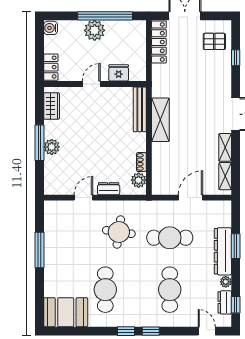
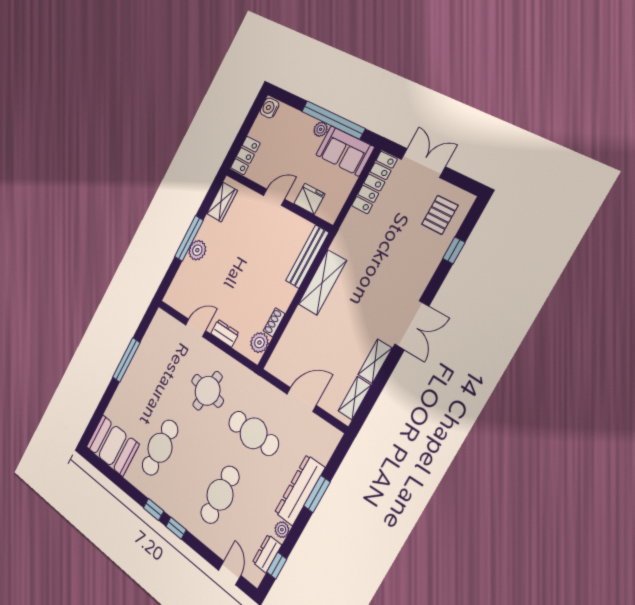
plant: (95, 30) -> (321, 129), width x0.53, depth x0.53
sofa: (126, 32) -> (345, 151), added
pallet: (214, 41) -> (440, 215), turned 90

